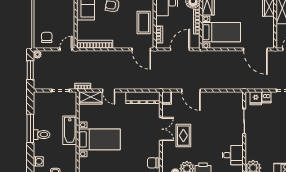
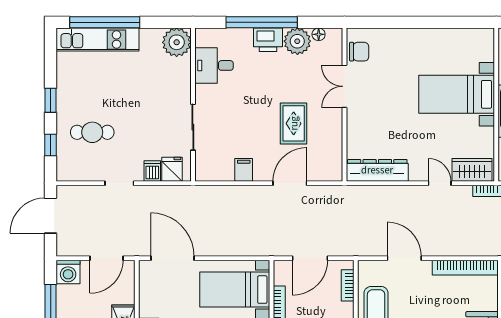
door: (141, 49) -> (404, 258), moved
door: (191, 91) -> (290, 183), hinge flipped
filing cabinet: (167, 98) -> (244, 170), moved
double door: (161, 129) -> (345, 86), moved
rug: (183, 136) -> (294, 123), moved

